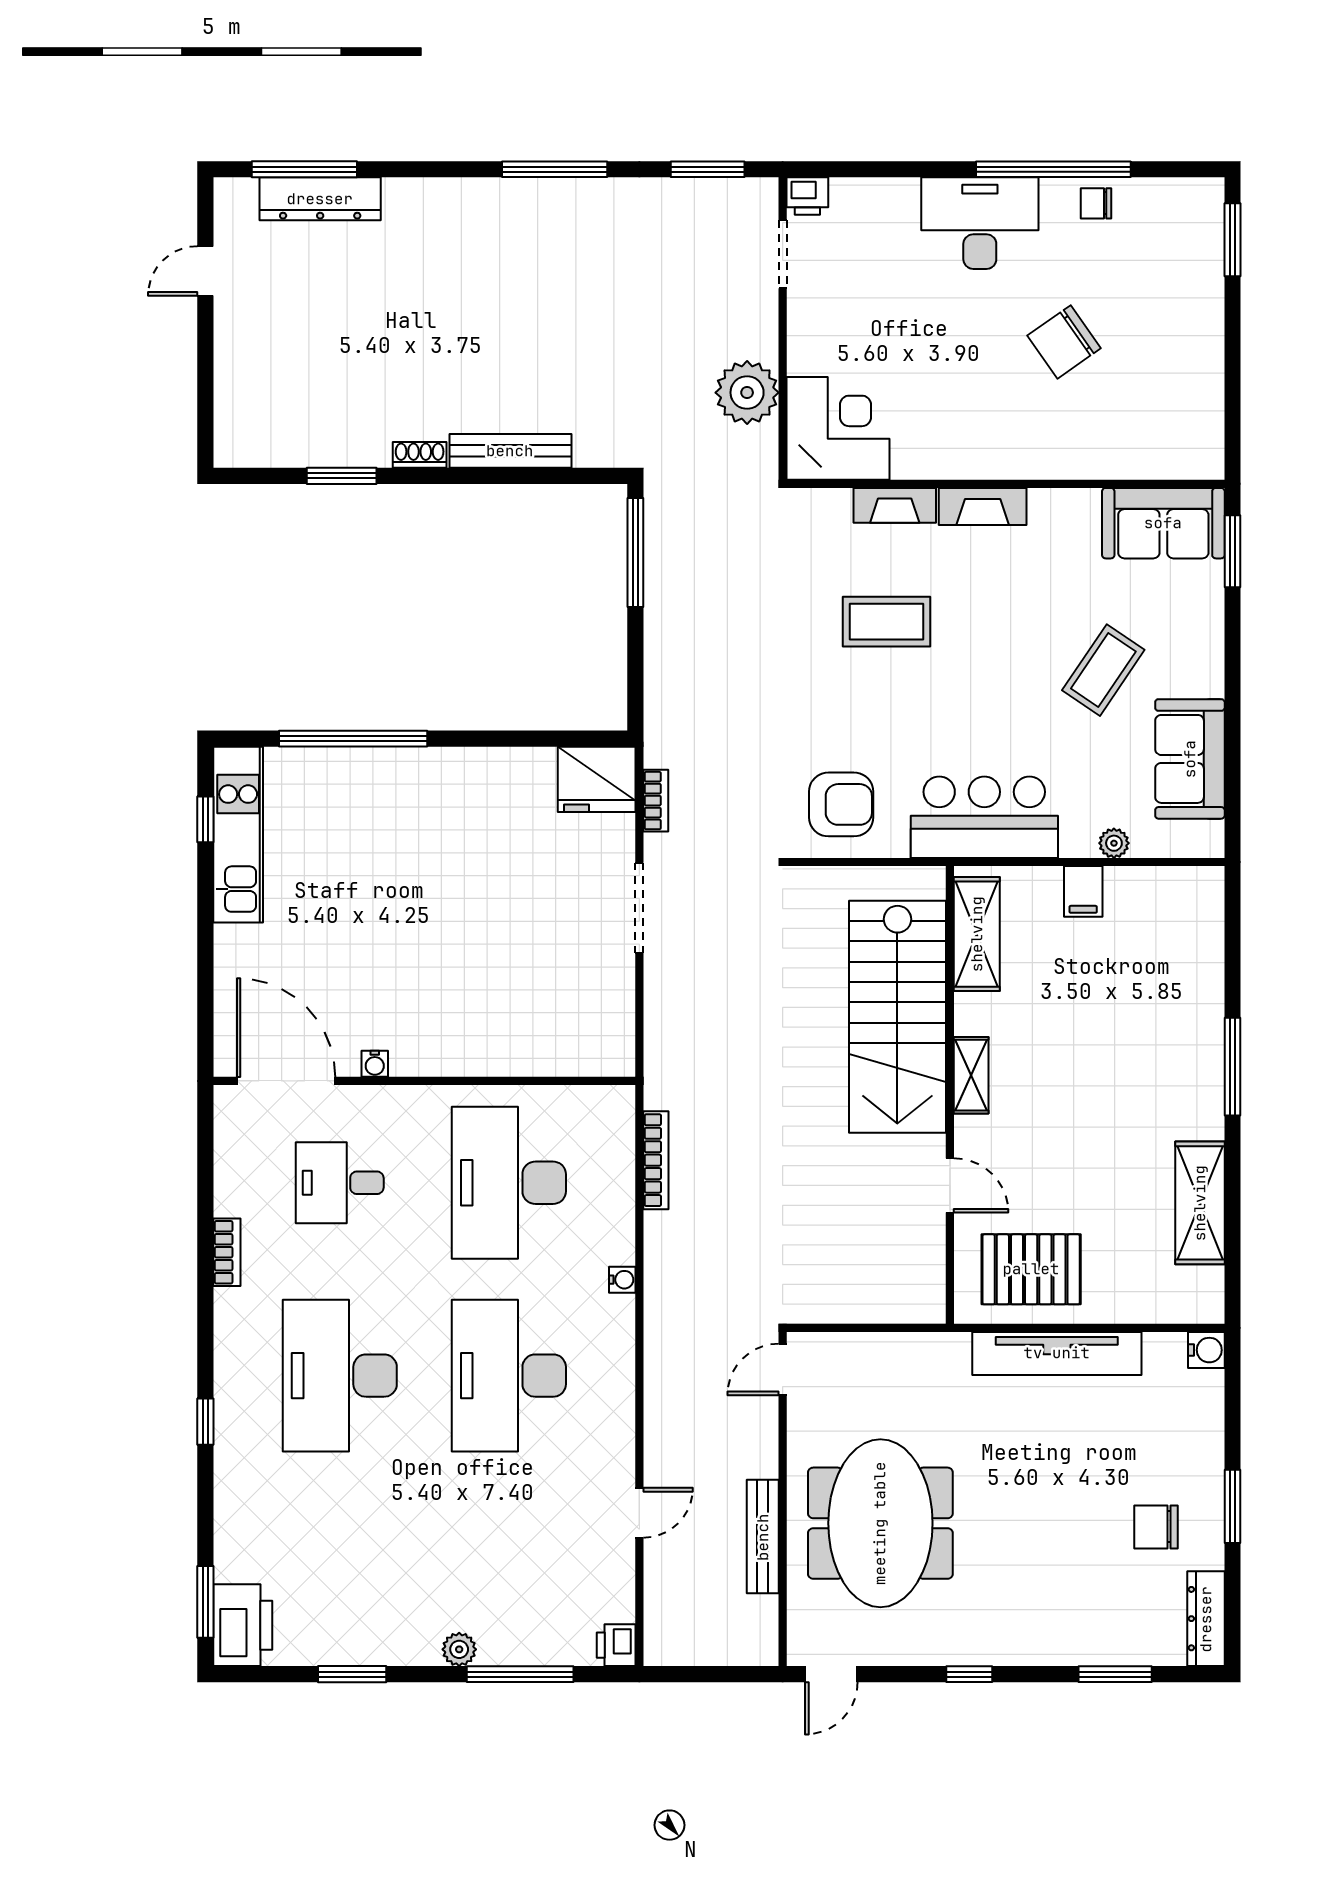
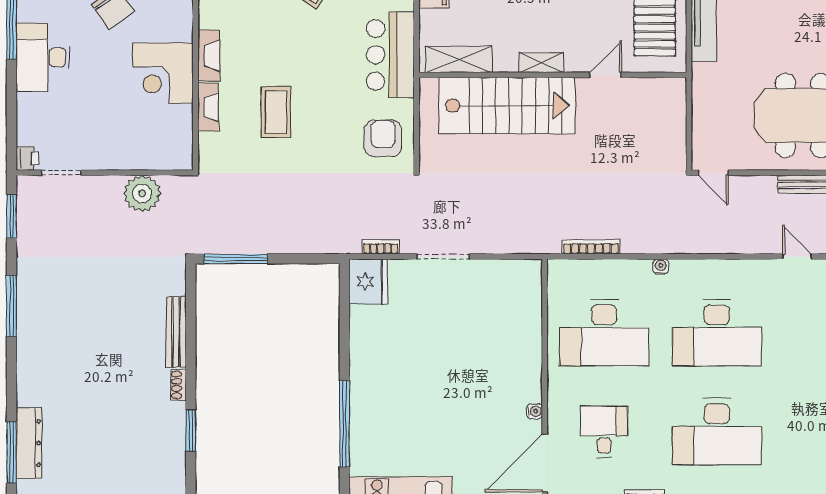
corner desk: (838, 428) -> (163, 73), moved, turned -90
desk: (340, 1183) -> (604, 432), turned 180

